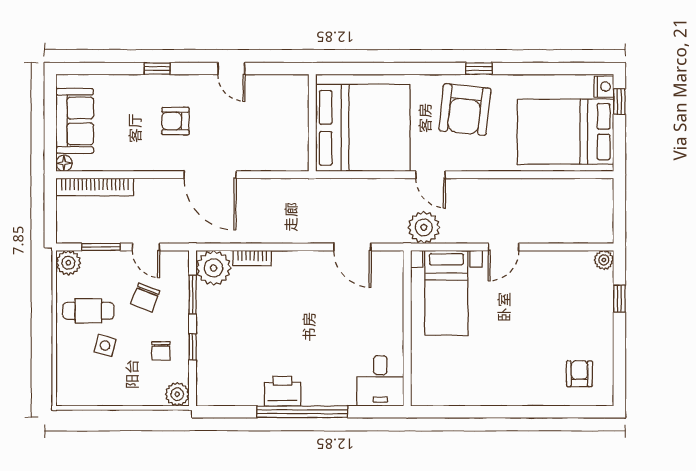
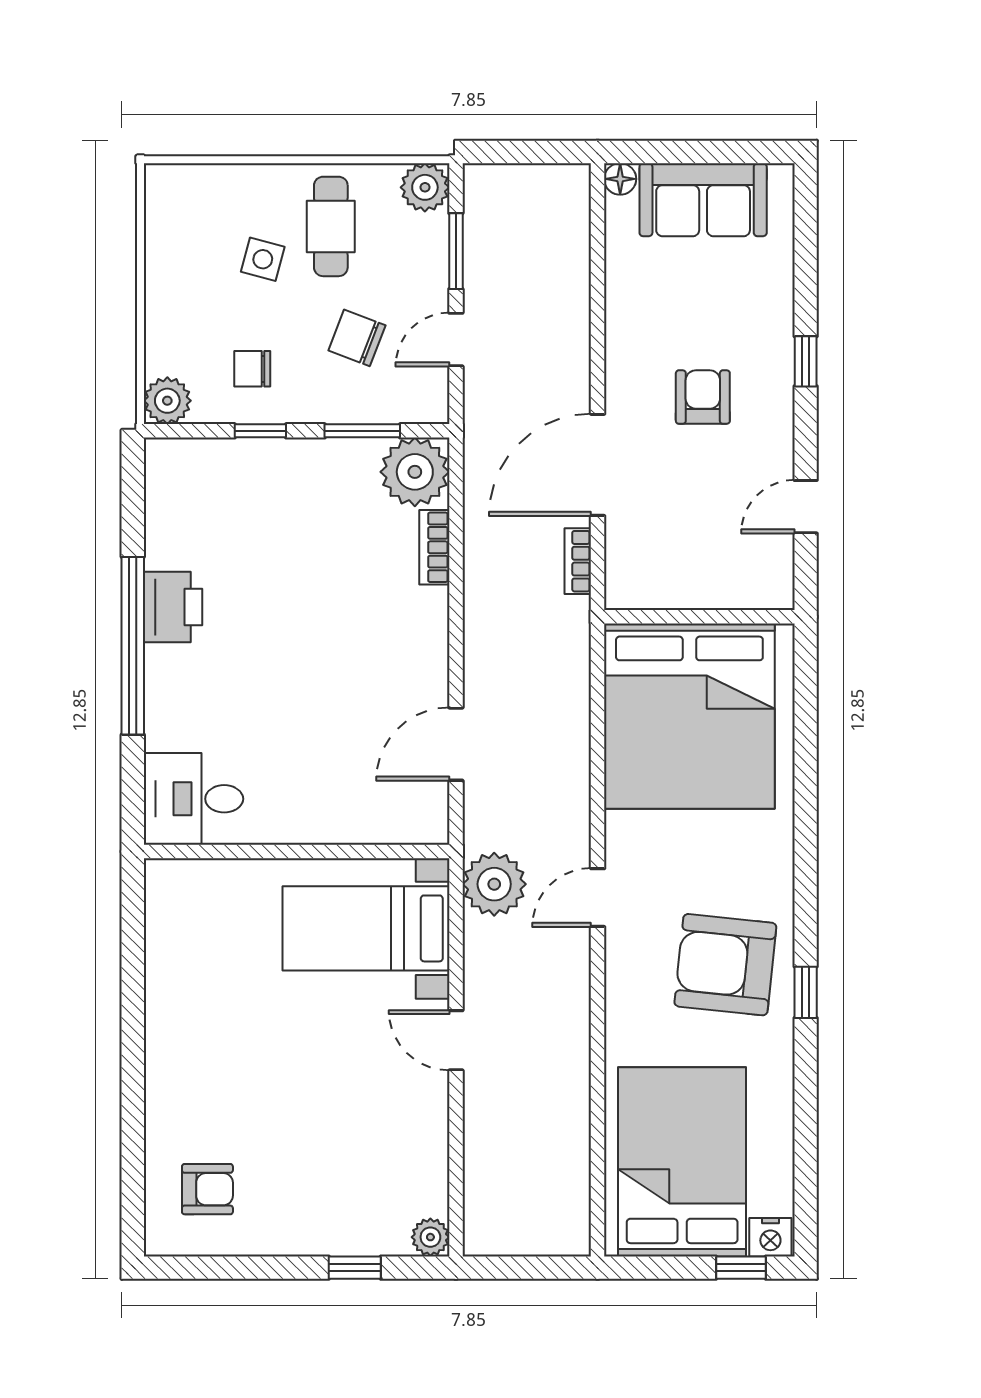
wall: (312, 123) -> (699, 617), moved
bed: (363, 128) -> (689, 716), moved
bookcase: (95, 187) -> (578, 561), moved, width x0.43, depth x0.76

